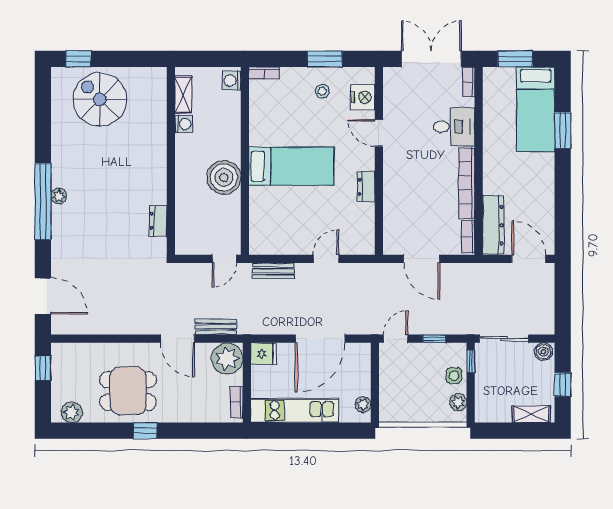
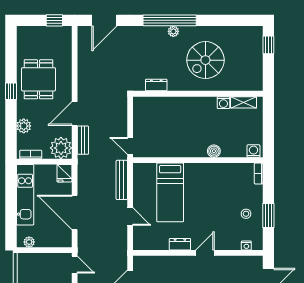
shelving: (183, 95) -> (244, 102), moved
nightstand: (363, 97) -> (246, 246), width x0.53, depth x0.56
spiral stairs: (100, 99) -> (205, 60), moved, turned 180
washing machine: (184, 124) -> (223, 103), moved
door: (379, 133) -> (205, 253), moved
wall: (171, 161) -> (198, 94), moved
bed: (291, 166) -> (170, 192), moved
boiler: (224, 177) -> (214, 151), moved, width x0.54, depth x0.54
dresser: (158, 221) -> (156, 85), moved
bench: (273, 271) -> (122, 180), width x1.36
plant: (72, 412) -> (24, 126), moved

